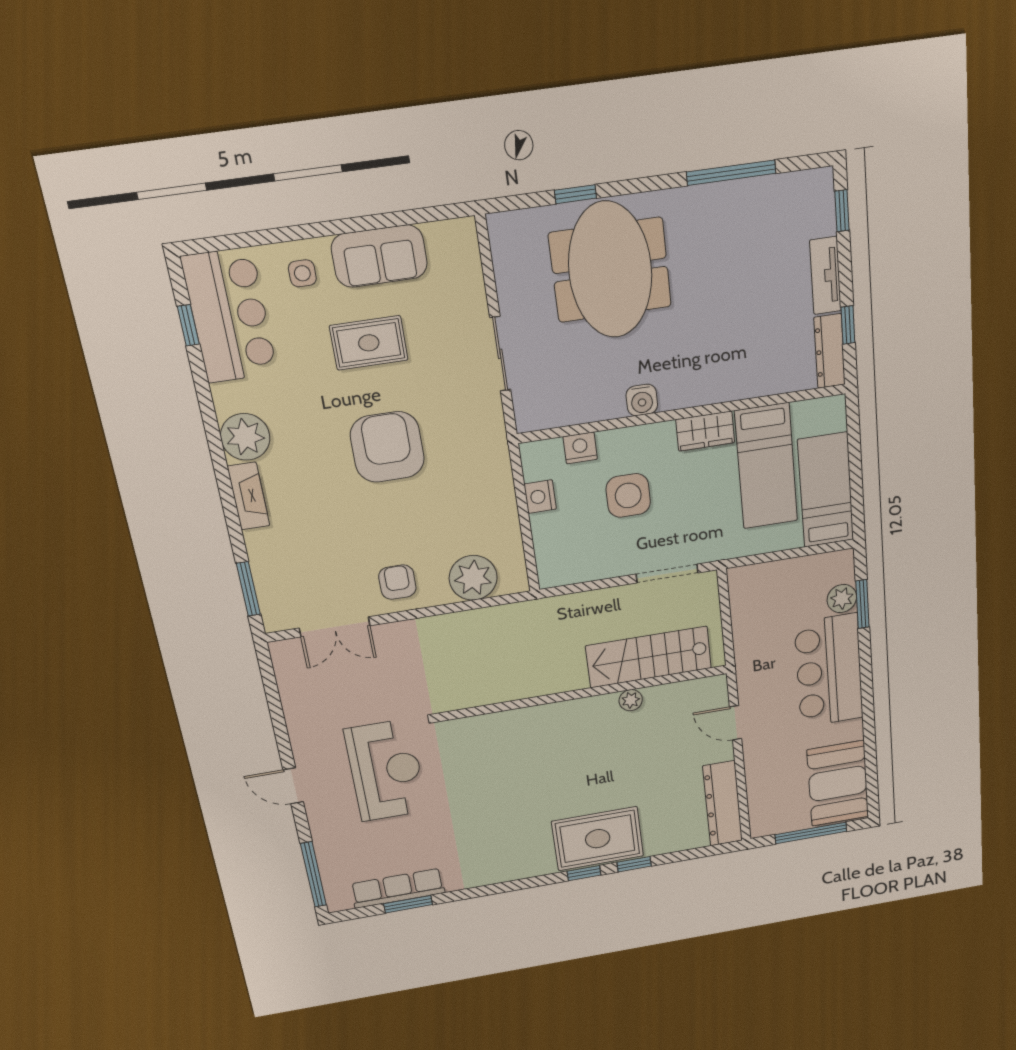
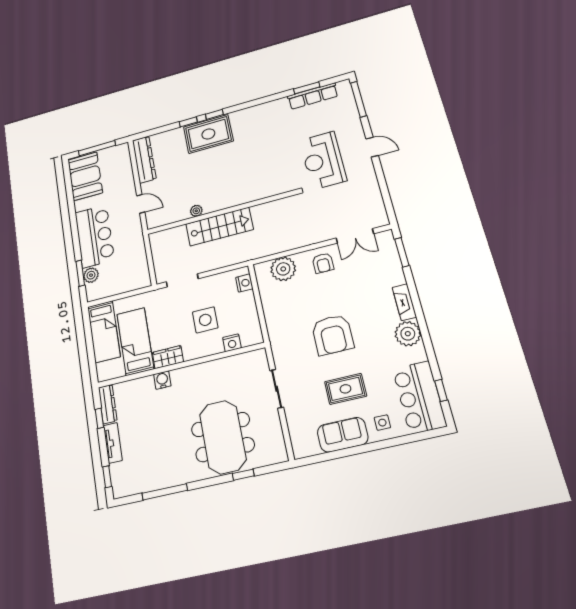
water cooler: (642, 400) -> (162, 380), moved
nightstand: (540, 497) -> (244, 283), moved
double door: (335, 627) -> (355, 236), swing flipped
stairs: (649, 657) -> (219, 227), moved

